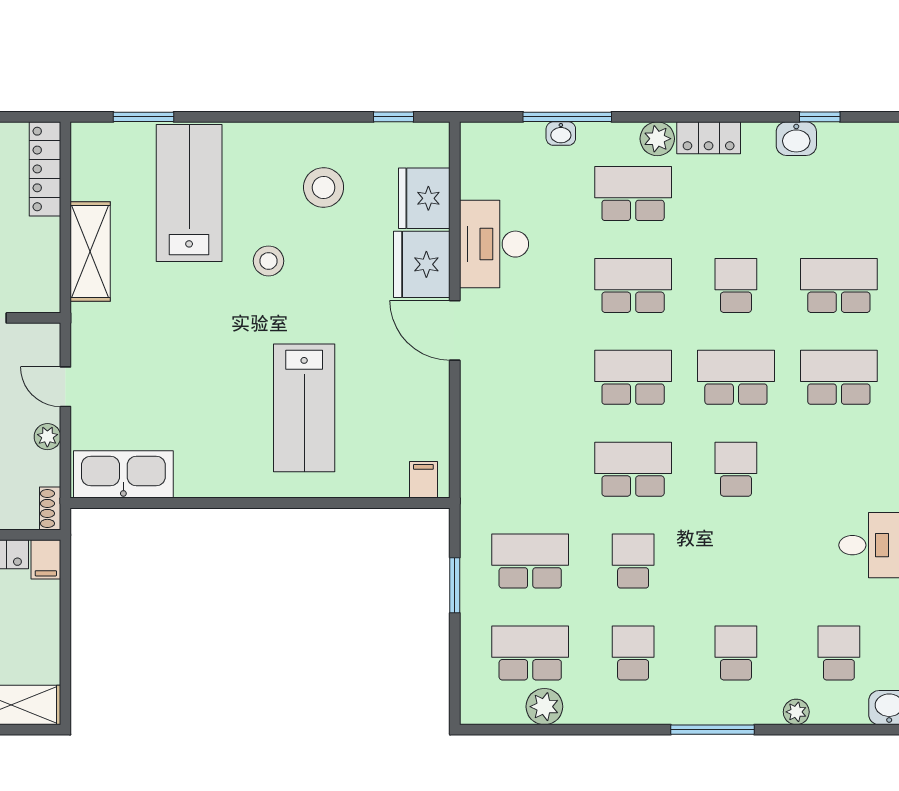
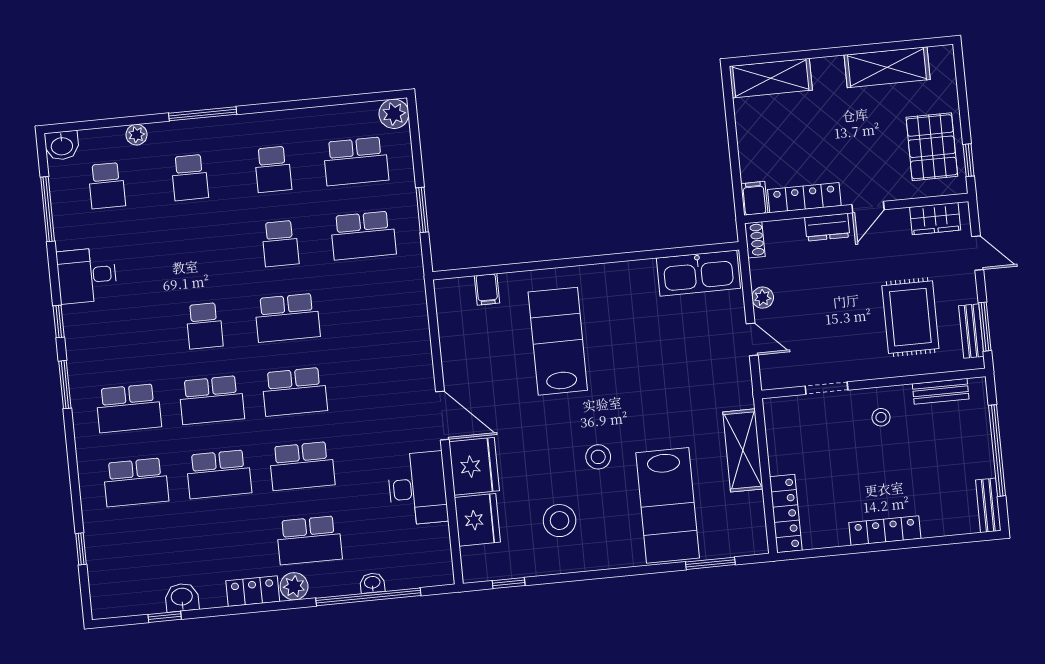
window: (567, 117) -> (368, 597), width x1.46
school desk: (736, 285) -> (219, 474), width x1.85
filing cabinet: (423, 480) -> (487, 289), moved
plant: (544, 707) -> (394, 114), moved

